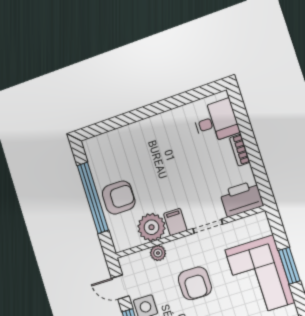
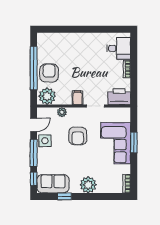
armchair: (119, 198) -> (49, 73), turned -90
plant: (151, 227) -> (47, 96), moved
door: (120, 287) -> (34, 125), swing flipped

